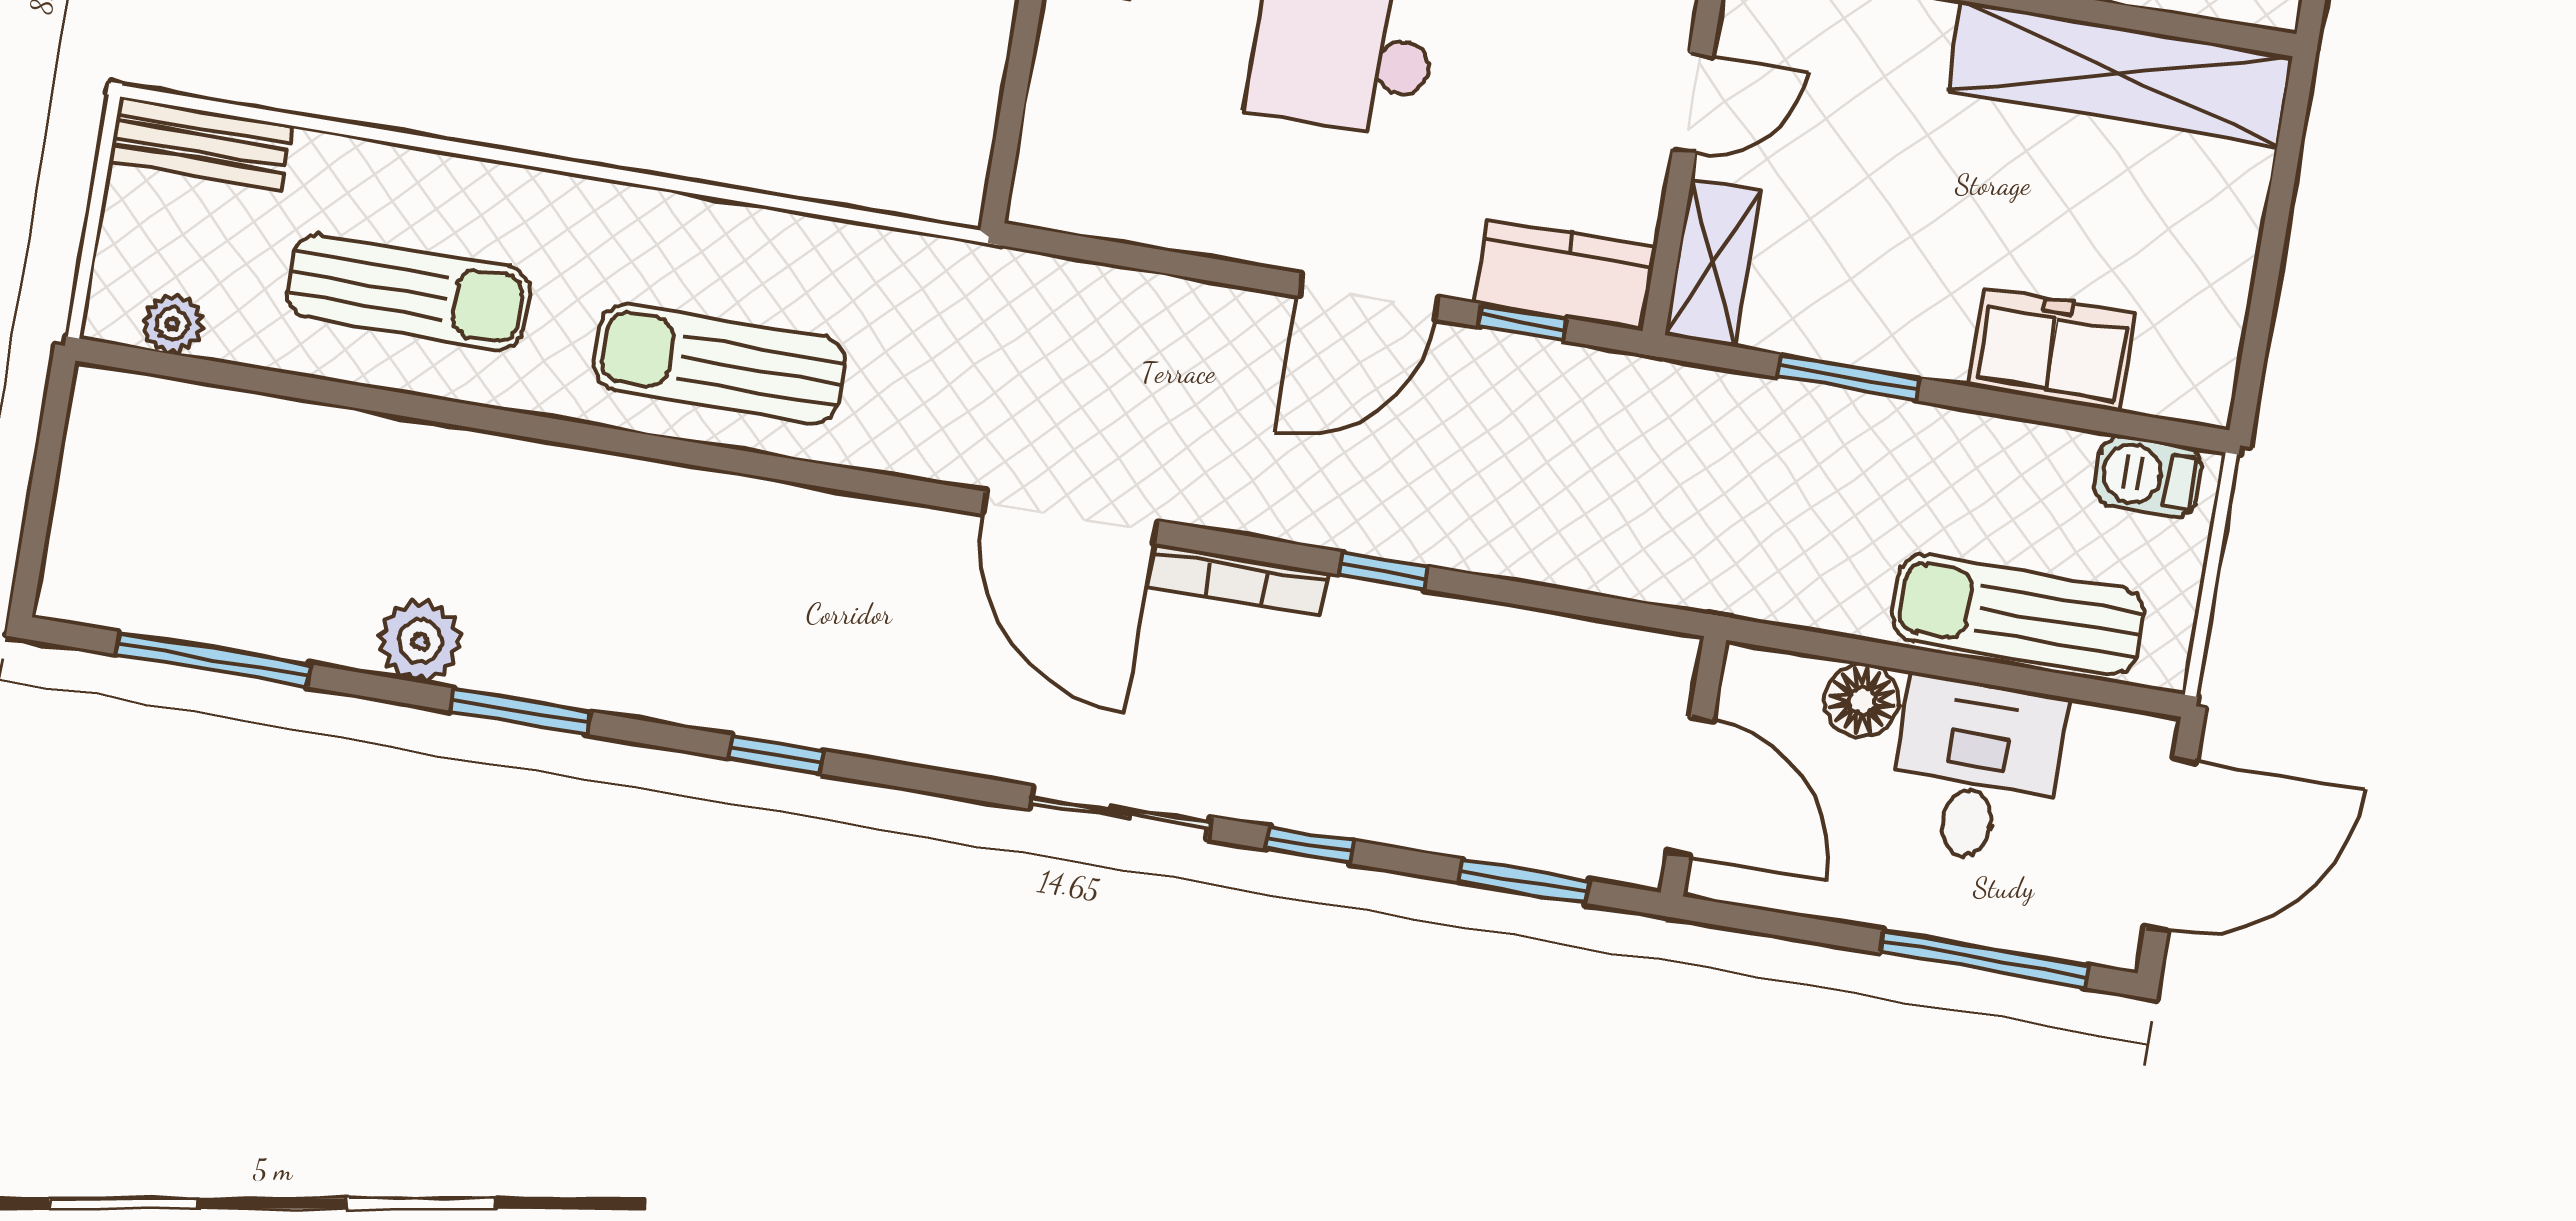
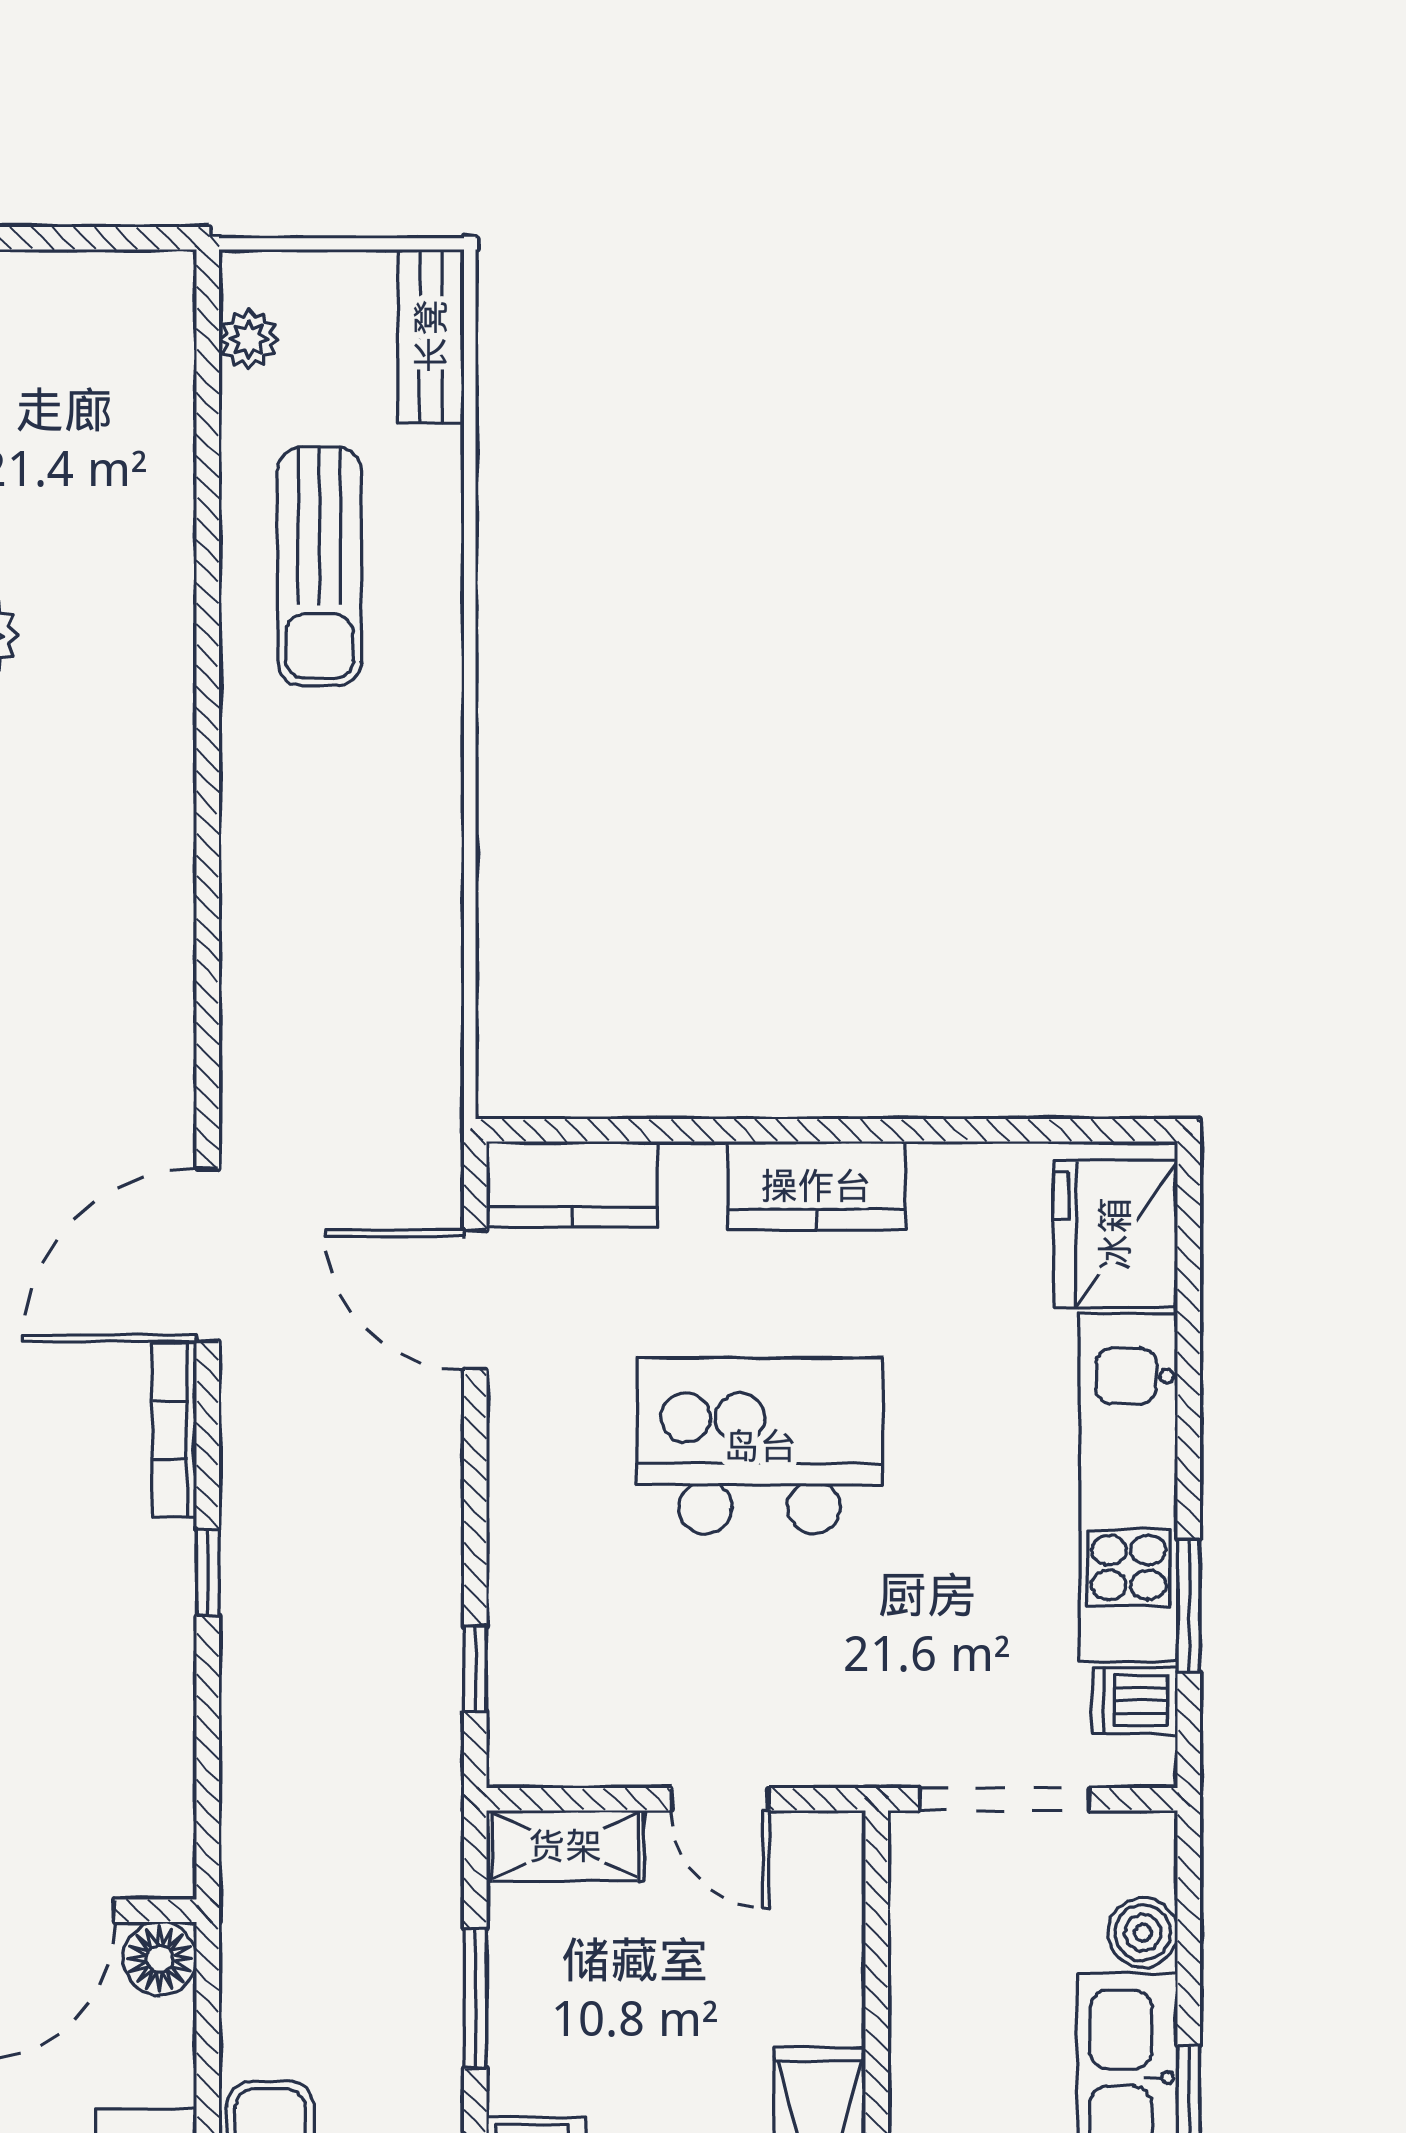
kitchen counter: (1565, 275) -> (572, 1184), moved, turned 90
door: (1368, 296) -> (475, 1300), moved
sun lounger: (720, 364) -> (301, 884), removed
floor lamp: (1862, 700) -> (160, 1959), moved

